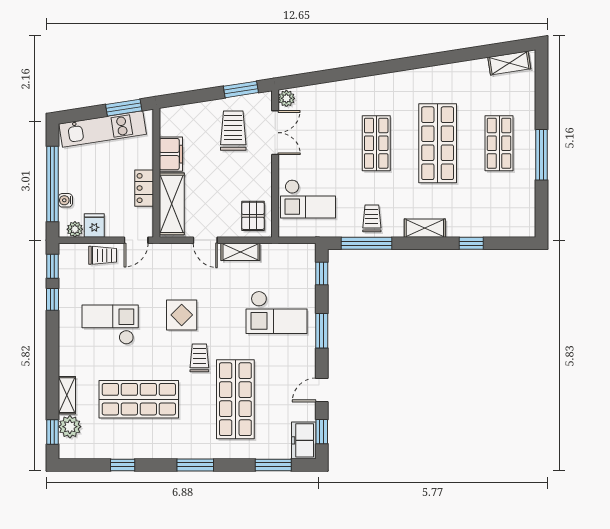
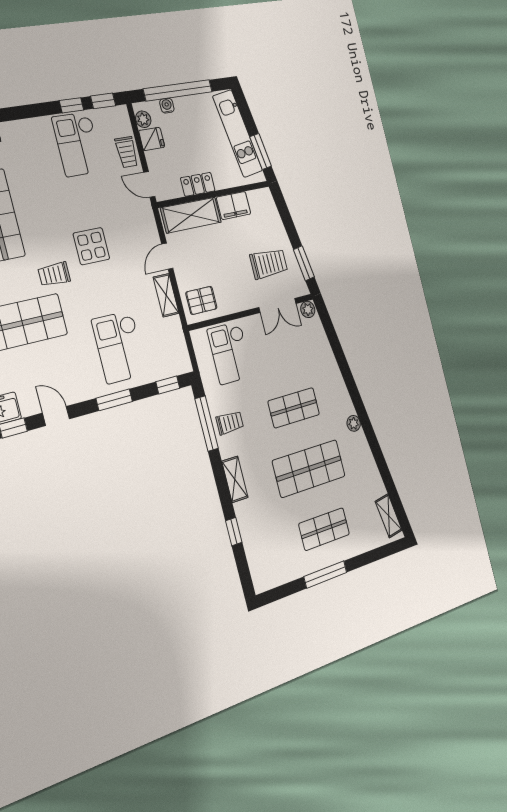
plant: (409, 78) -> (354, 423), added
checkout: (110, 325) -> (78, 144), moved, turned 180
trolley: (199, 358) -> (54, 274), turned 180

